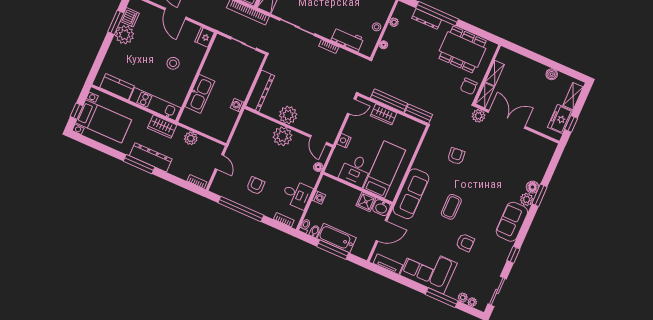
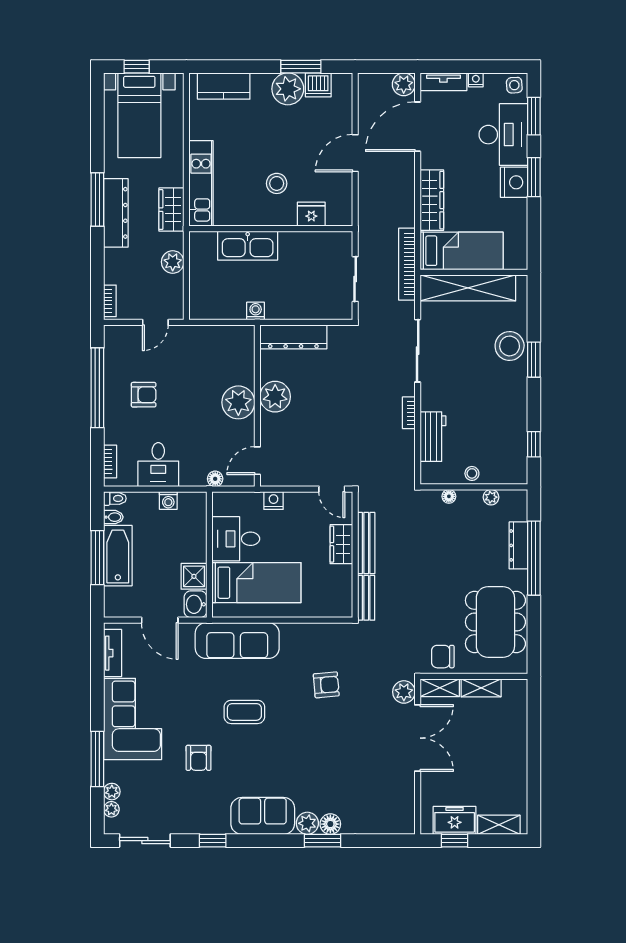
fridge: (205, 37) -> (311, 214), moved
boiler: (552, 74) -> (518, 777), removed
kitchen counter: (117, 87) -> (224, 86), moved, turned 90

